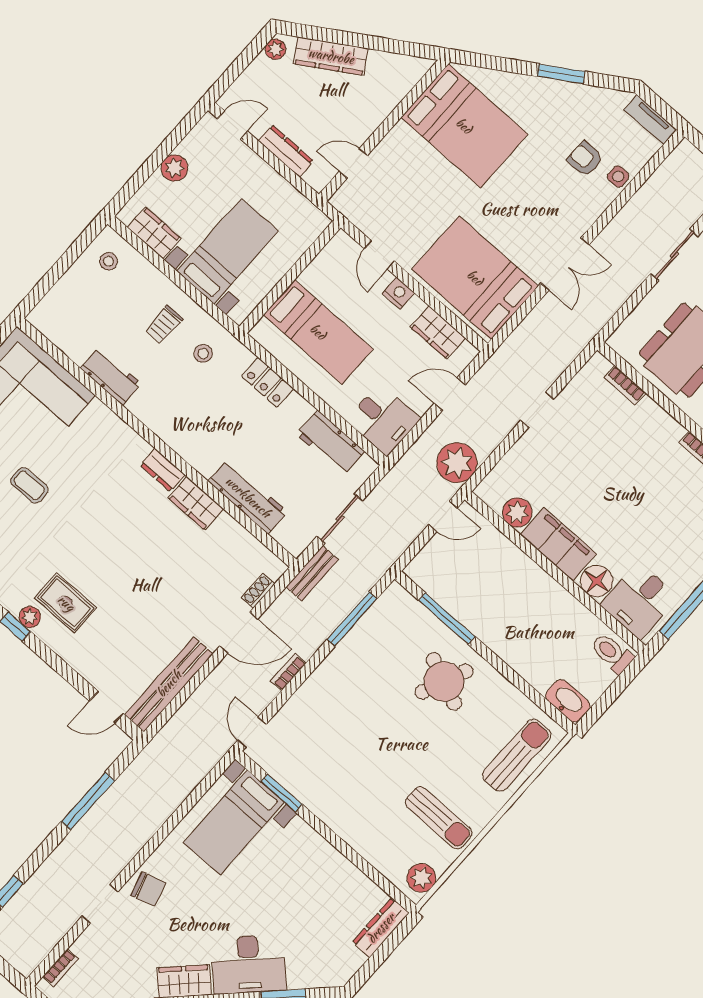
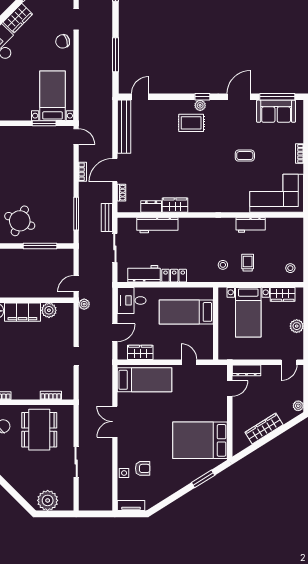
wardrobe: (331, 56) -> (264, 429), moved
window: (561, 74) -> (203, 479), moved
dresser: (286, 151) -> (247, 370), moved
bed: (475, 278) -> (145, 380), width x0.67
nightstand: (398, 293) -> (169, 354), removed
locker: (268, 382) -> (174, 276), moved
plant: (457, 463) -> (84, 304), width x0.53, depth x0.53
dresser: (163, 470) -> (151, 207), moved

